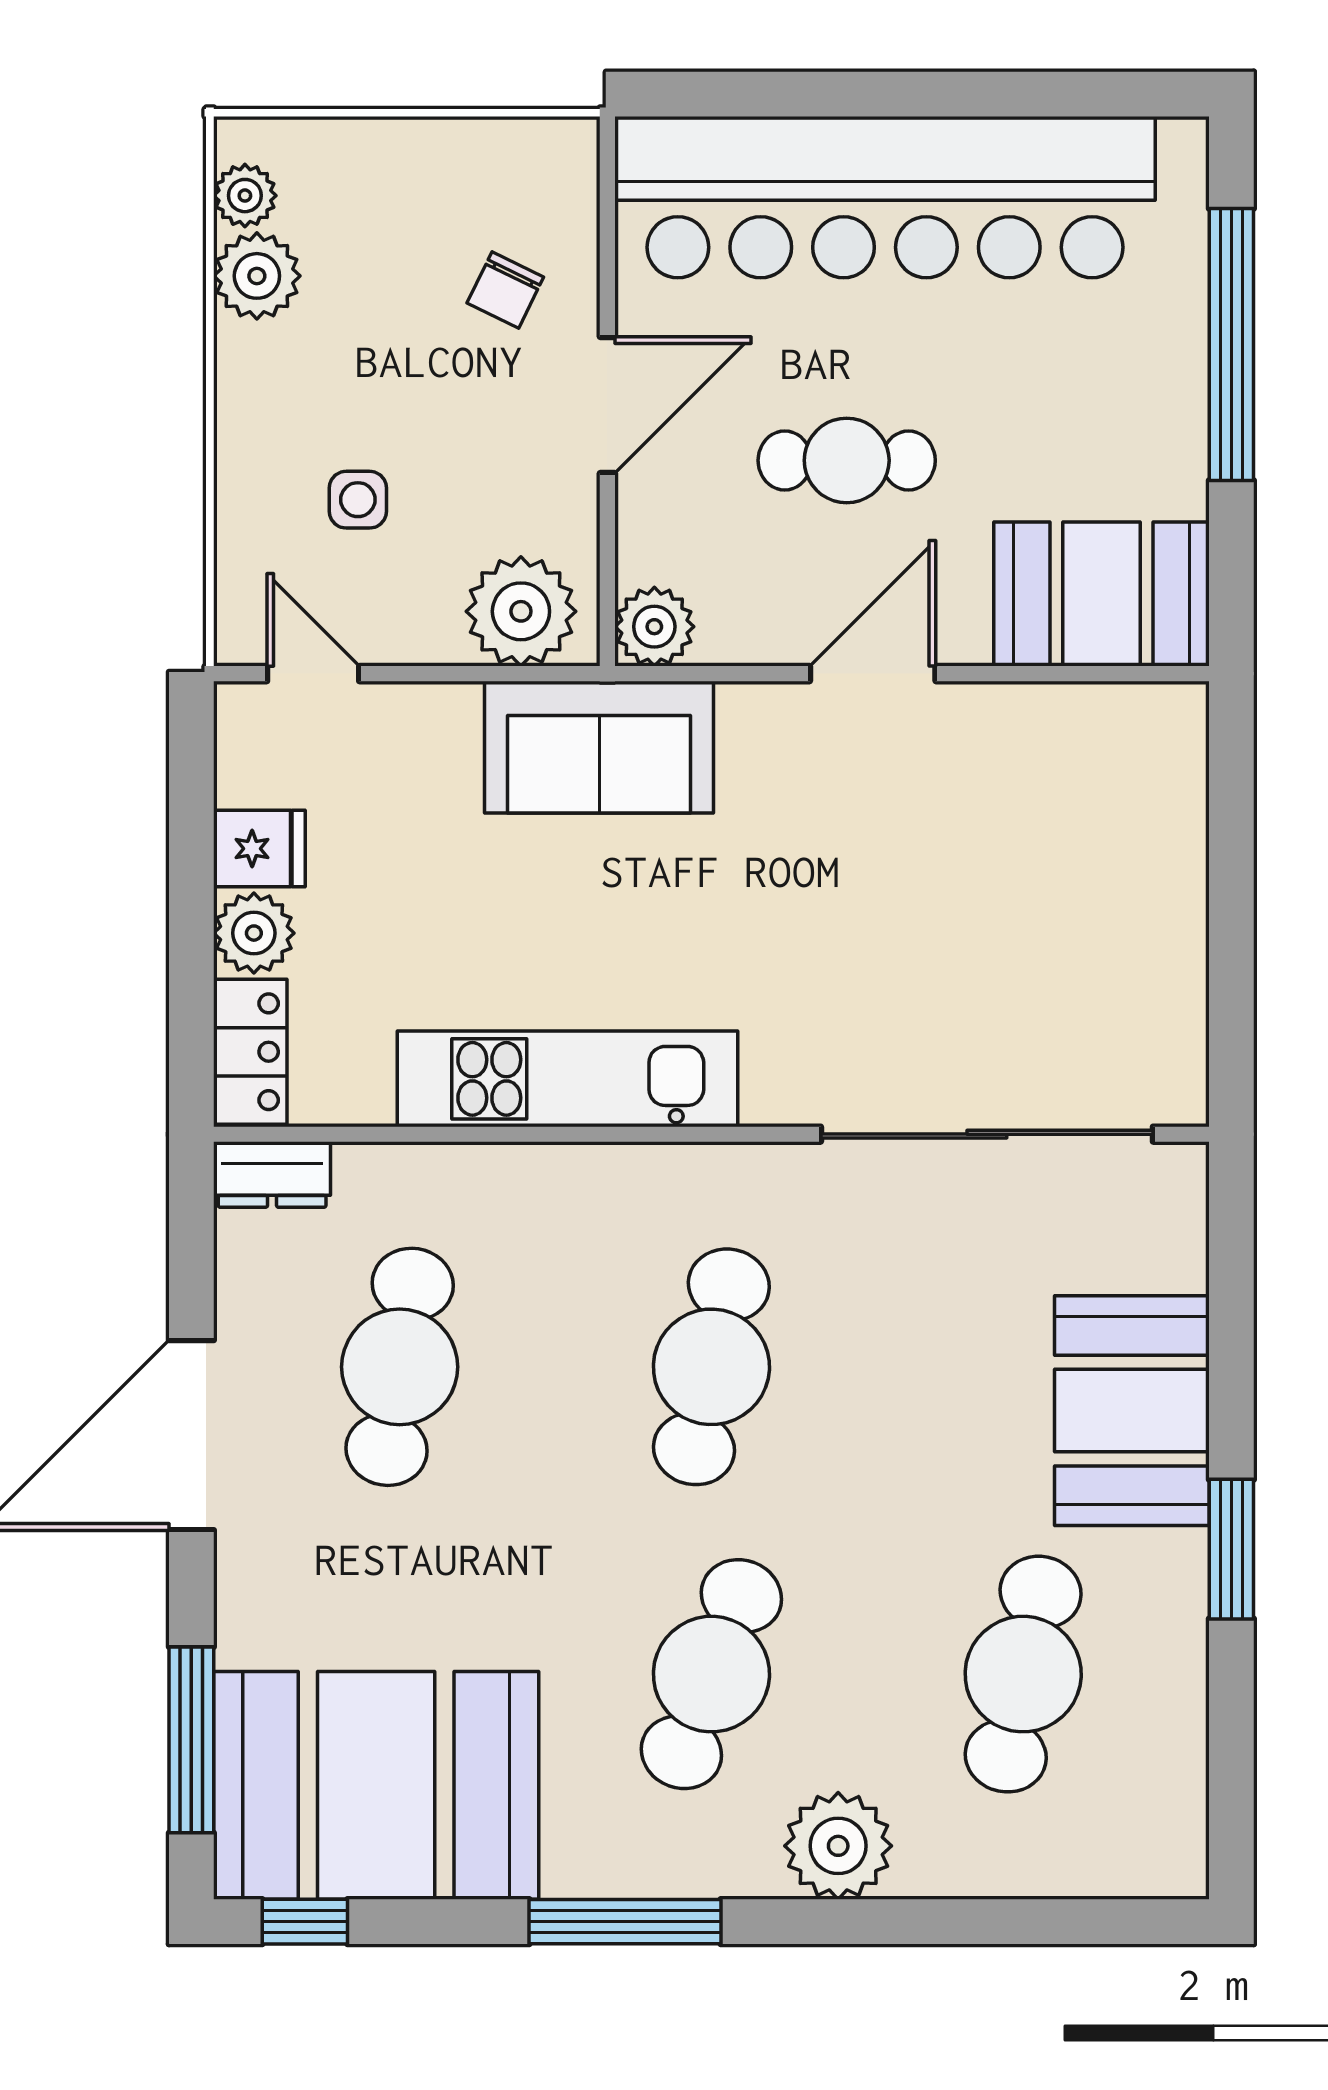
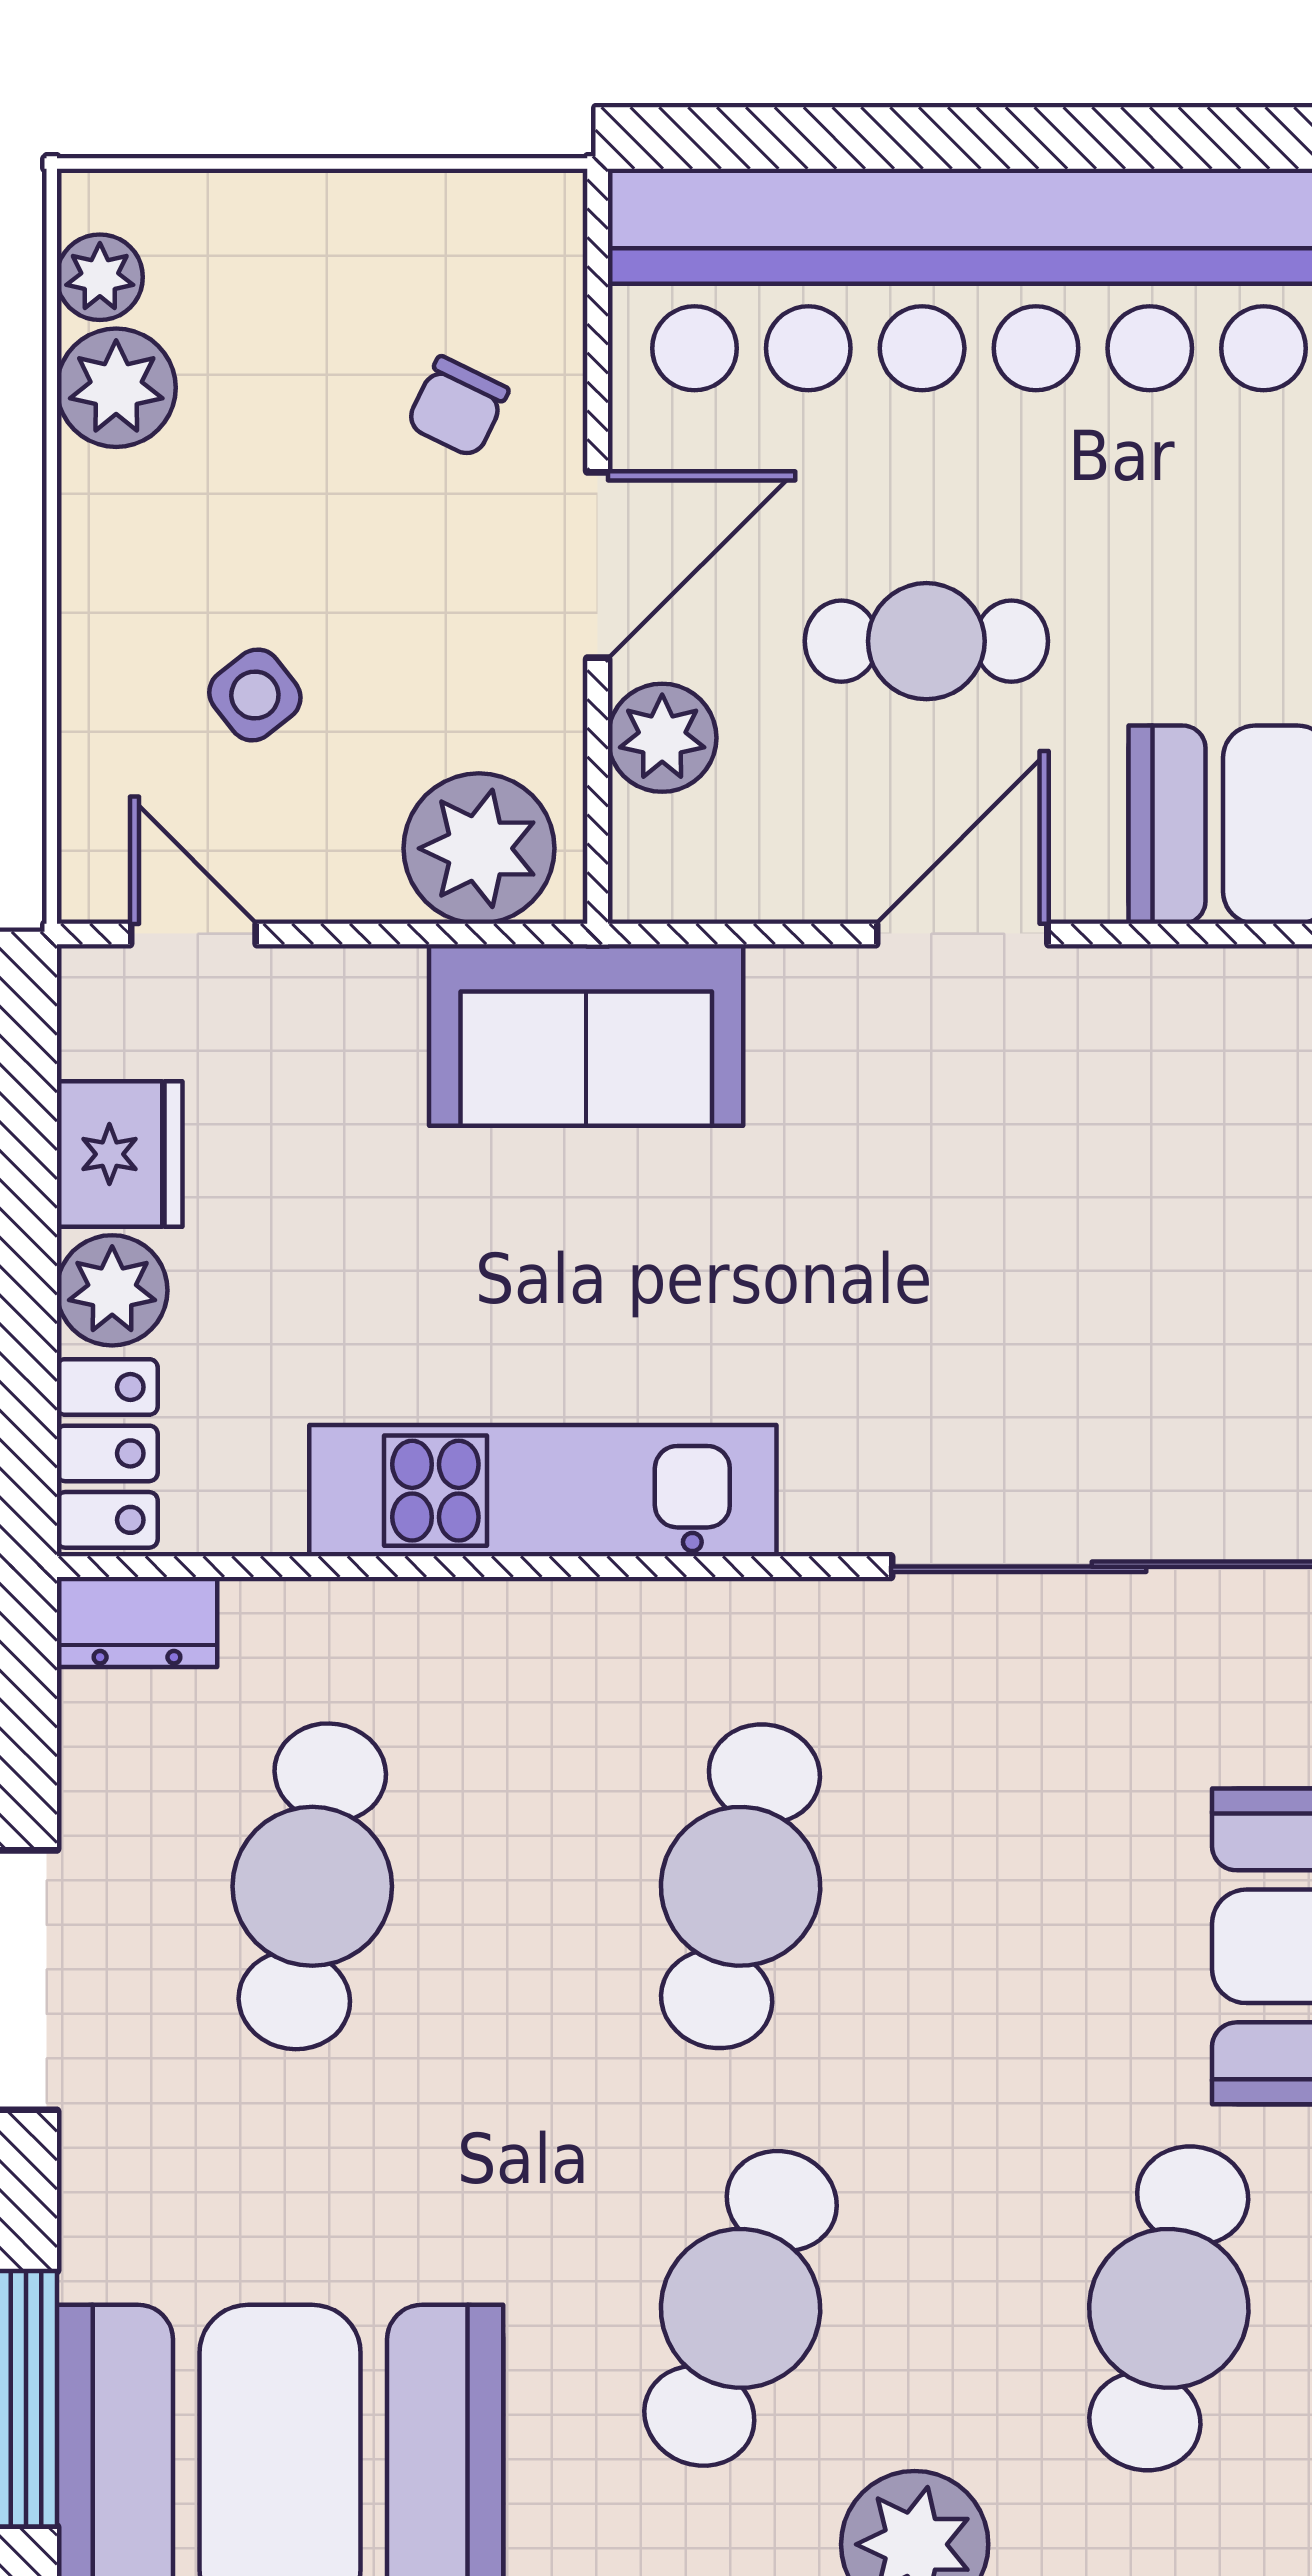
side table: (358, 500) -> (255, 695), turned -38
plant: (654, 627) -> (662, 738), moved
fridge: (259, 849) -> (120, 1154), width x1.38

